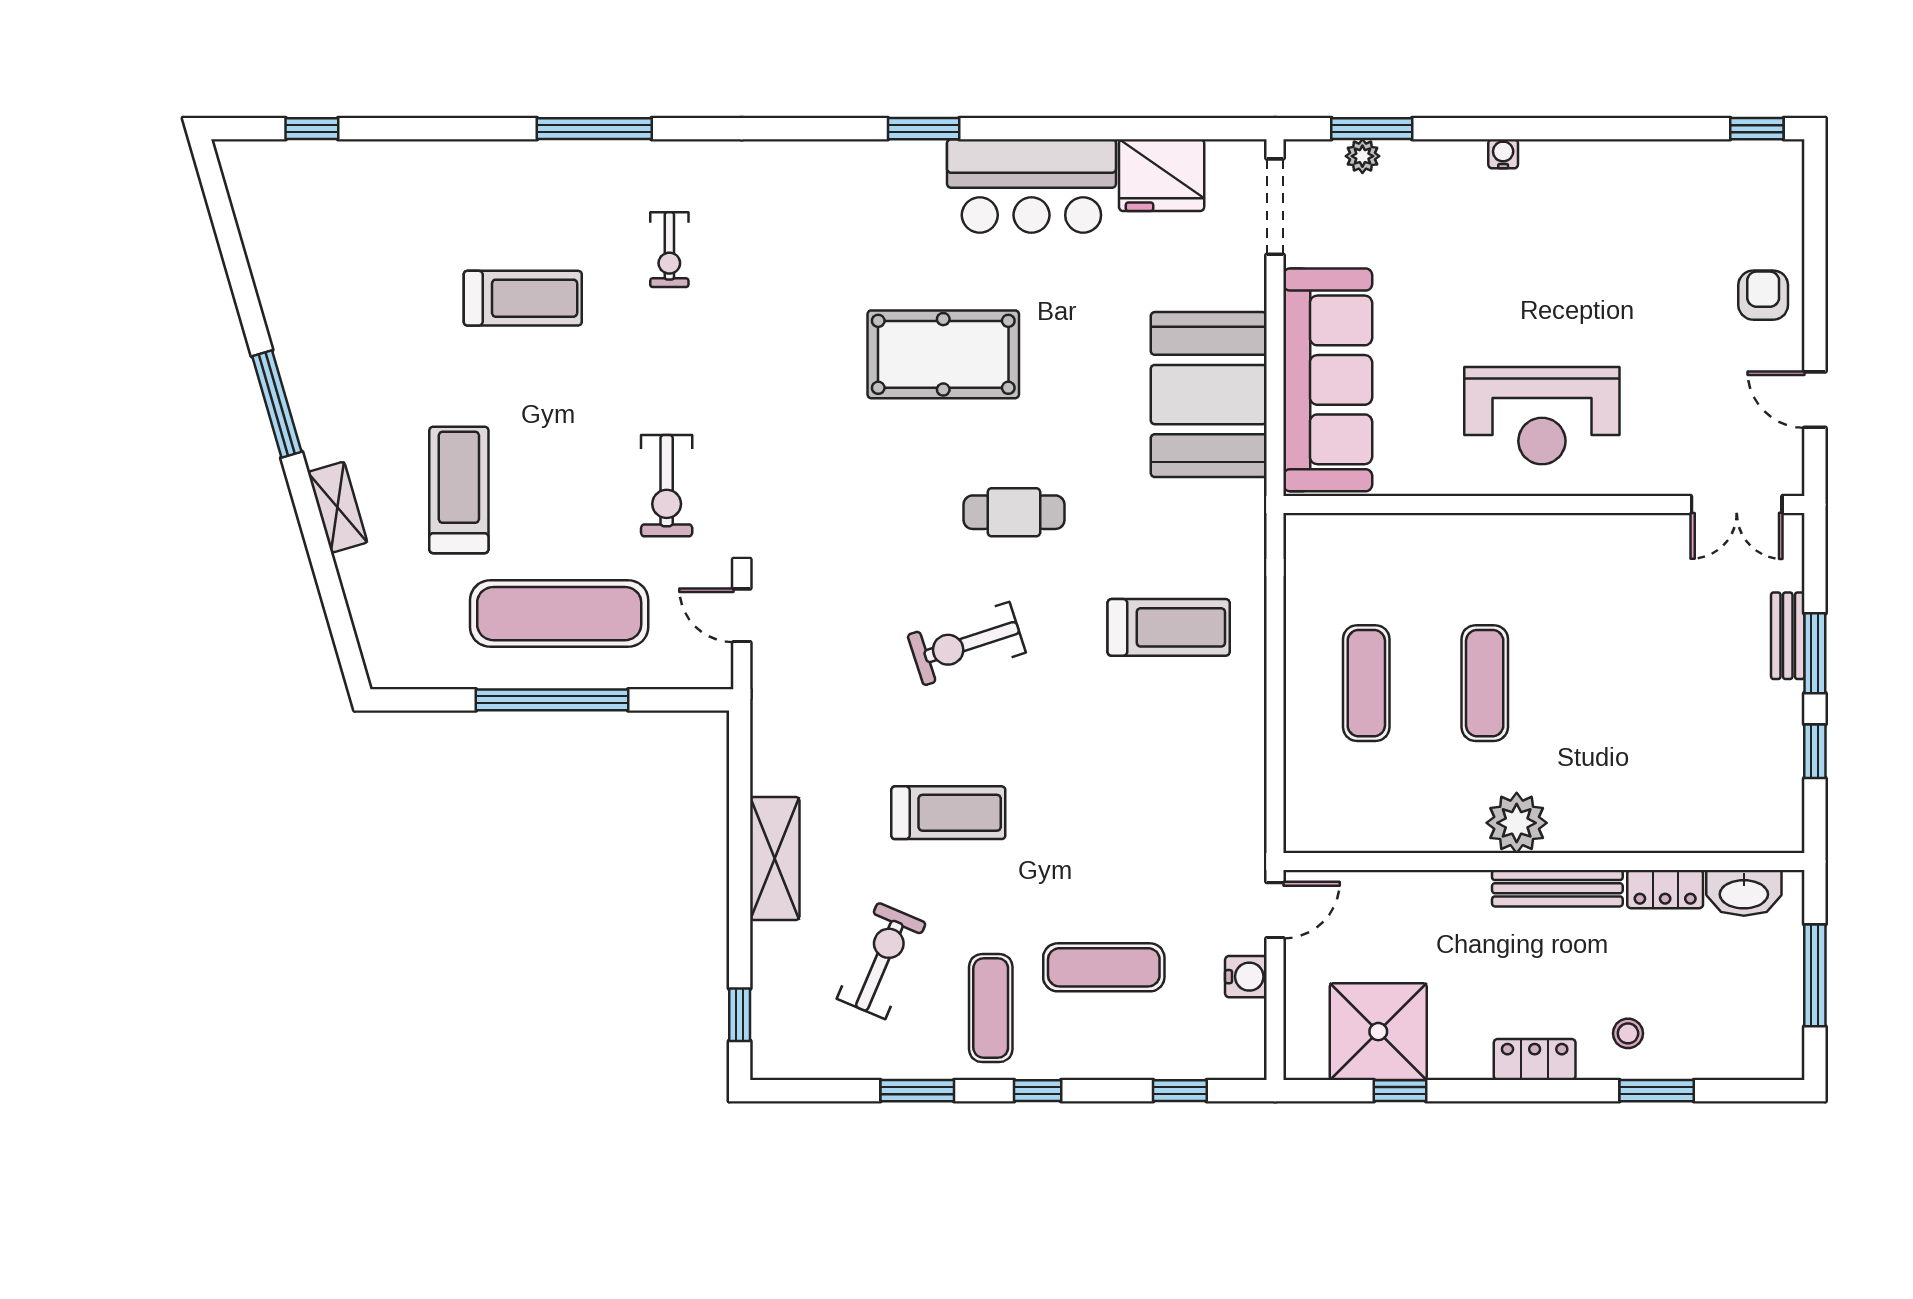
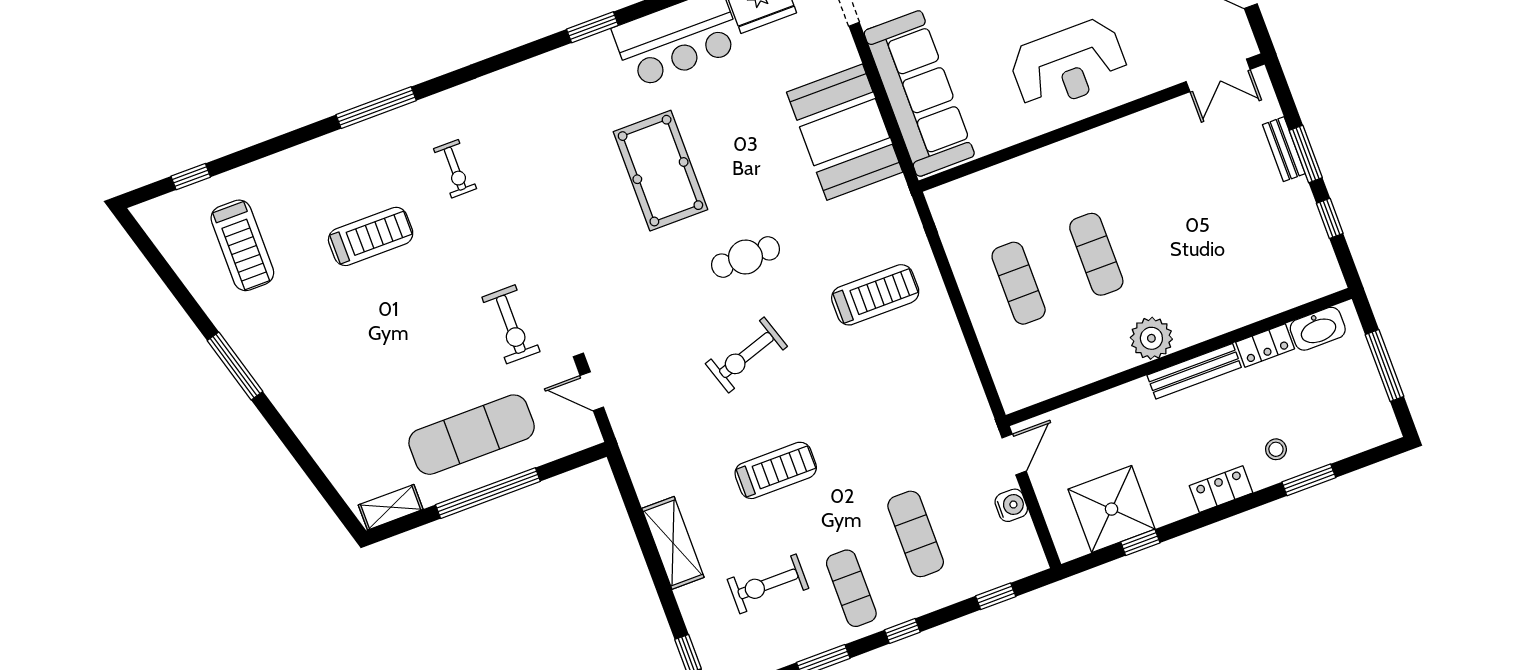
pool table: (943, 354) -> (660, 171), turned 90
treadmill: (459, 490) -> (242, 245), moved, turned 180
shelving: (337, 507) -> (391, 507), moved, turned -74
exercise bike: (881, 961) -> (768, 584), turned -113
exercise mat: (1104, 967) -> (916, 534), turned 90

